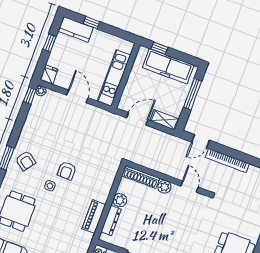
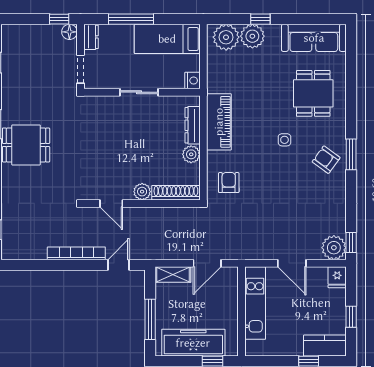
plant: (41, 91) -> (334, 248), width x1.88, depth x1.88
armchair: (67, 171) -> (229, 183), moved
piano: (94, 217) -> (219, 122), width x1.37, depth x1.33

